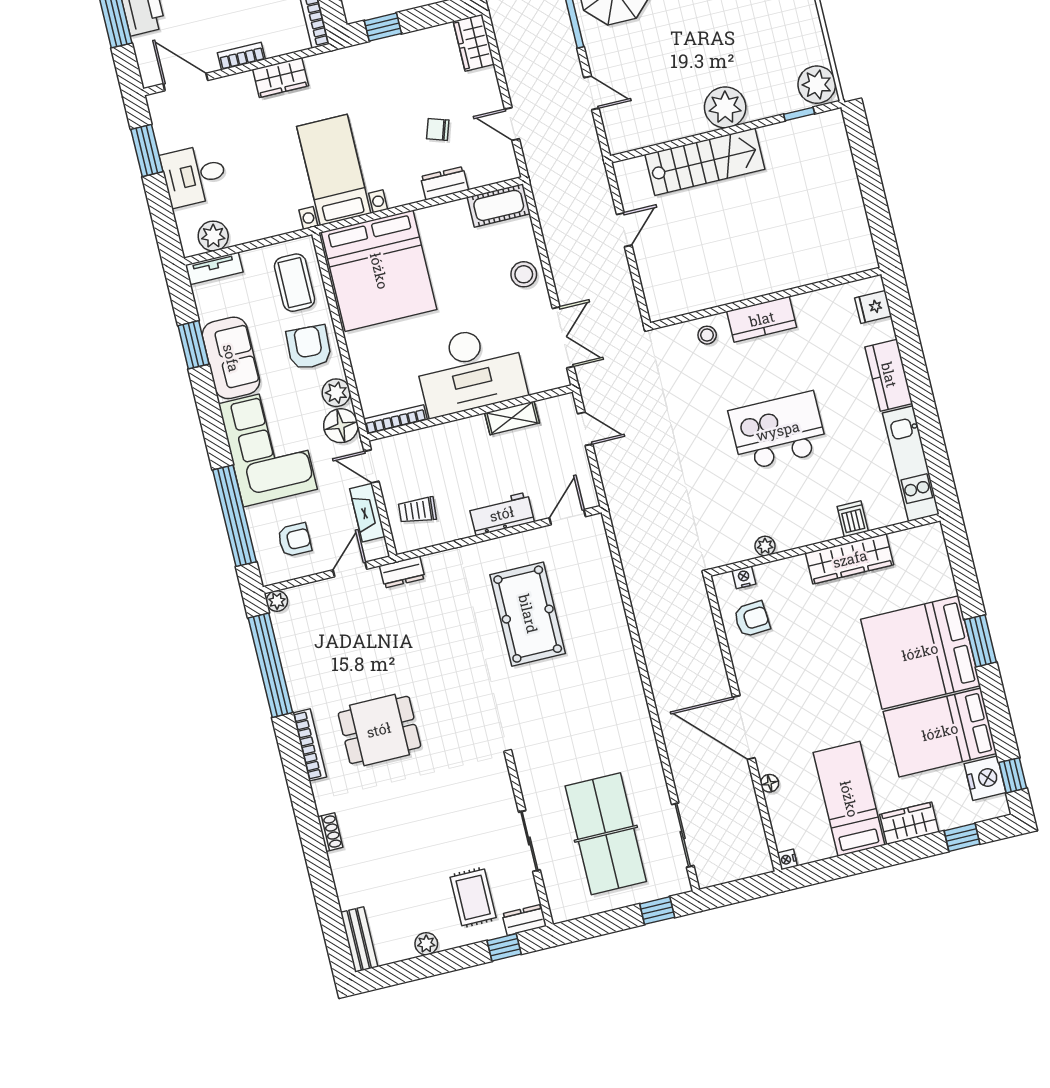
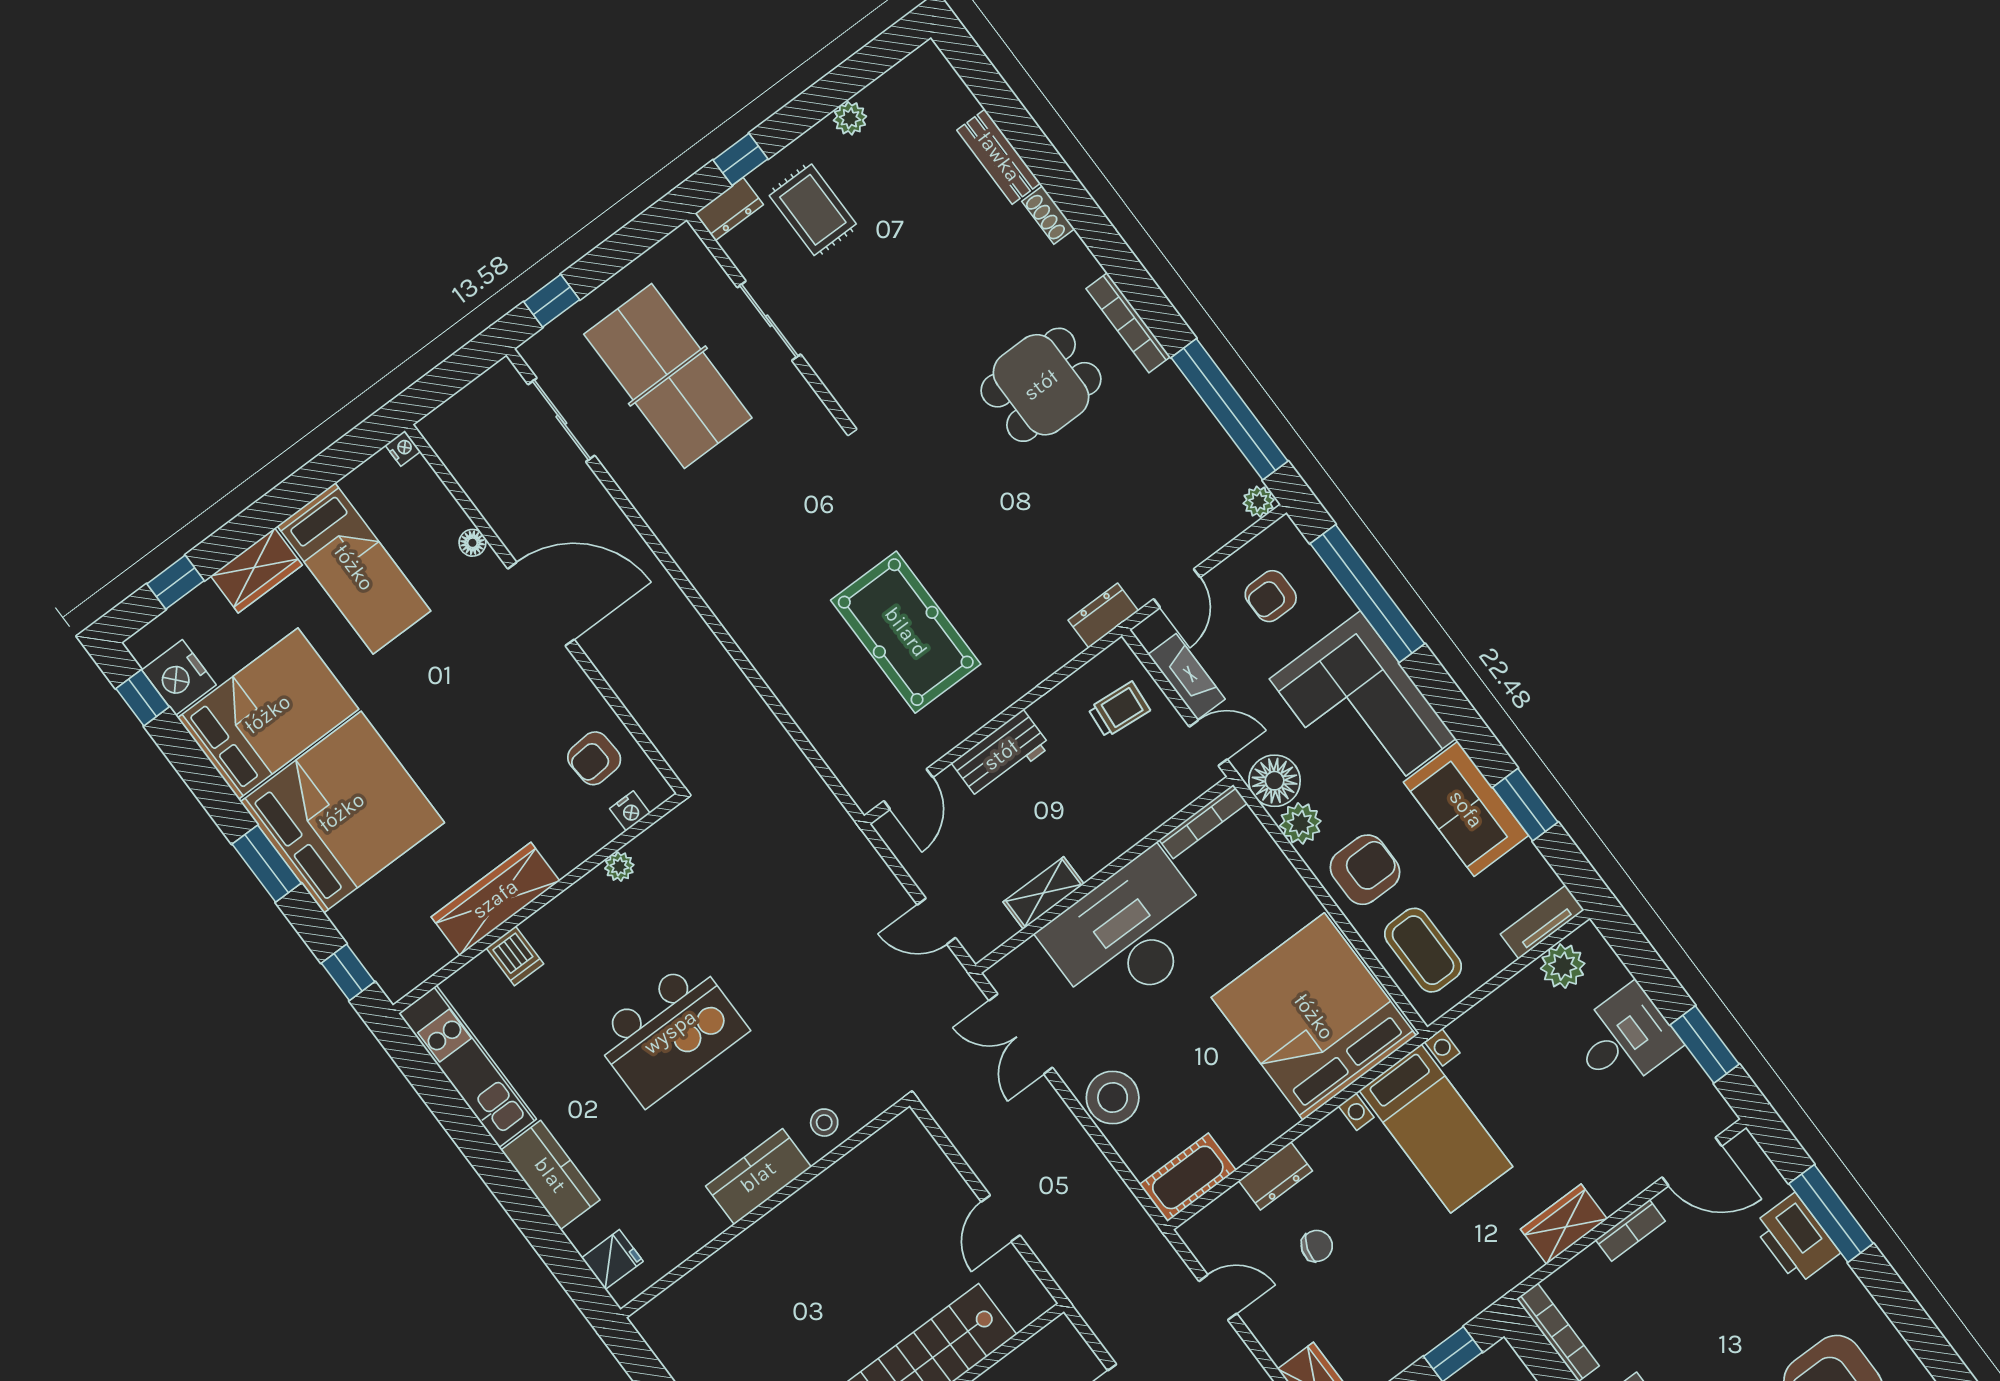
stool: (524, 274) -> (1113, 1097), width x1.38, depth x1.38
armchair: (309, 347) -> (1365, 870), turned -93
window: (959, 553) -> (348, 972), added
bench: (359, 939) -> (999, 157), moved

